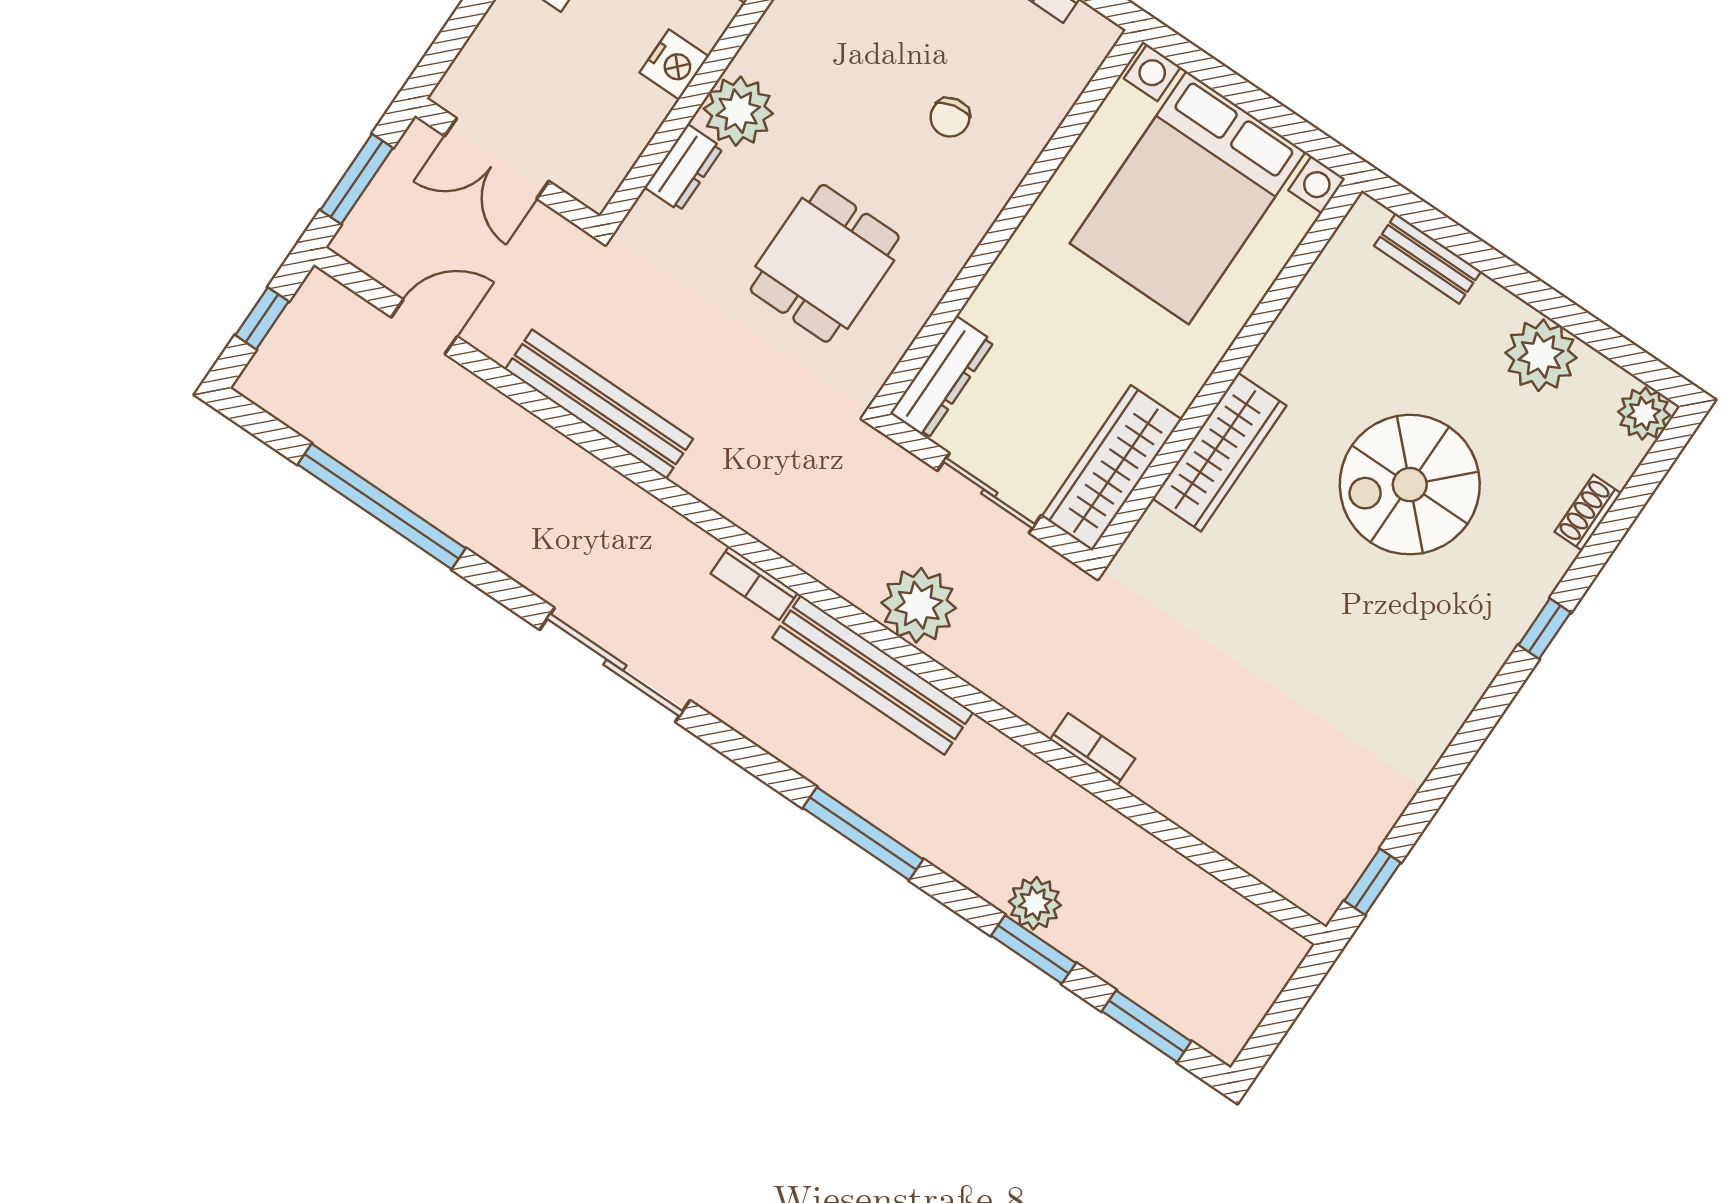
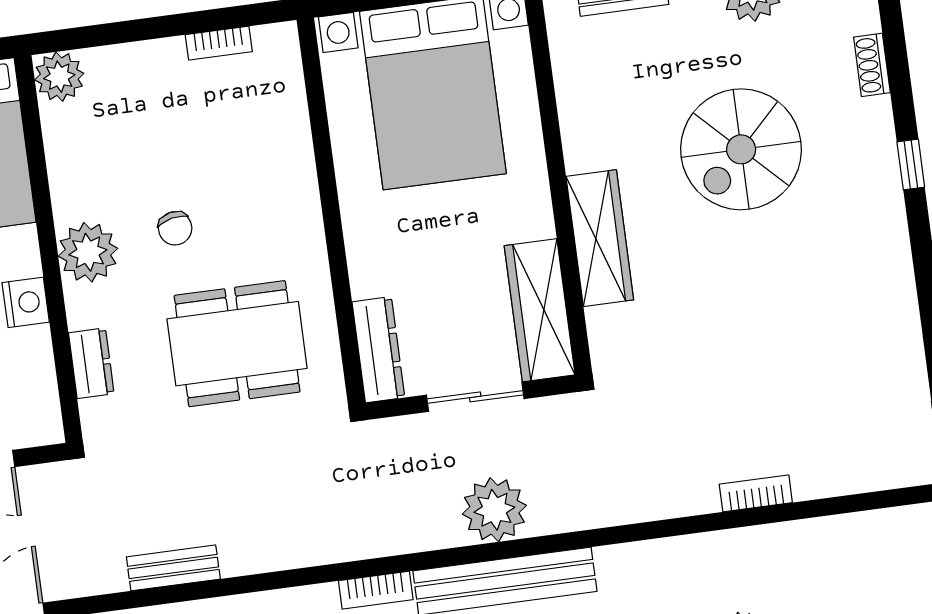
plant: (738, 111) -> (88, 252), moved
chair: (950, 117) -> (175, 228), moved
dining table: (825, 263) -> (237, 344), width x1.38
bench: (599, 404) -> (173, 568), width x0.54, depth x0.82
bookcase: (1093, 749) -> (756, 493), moved

